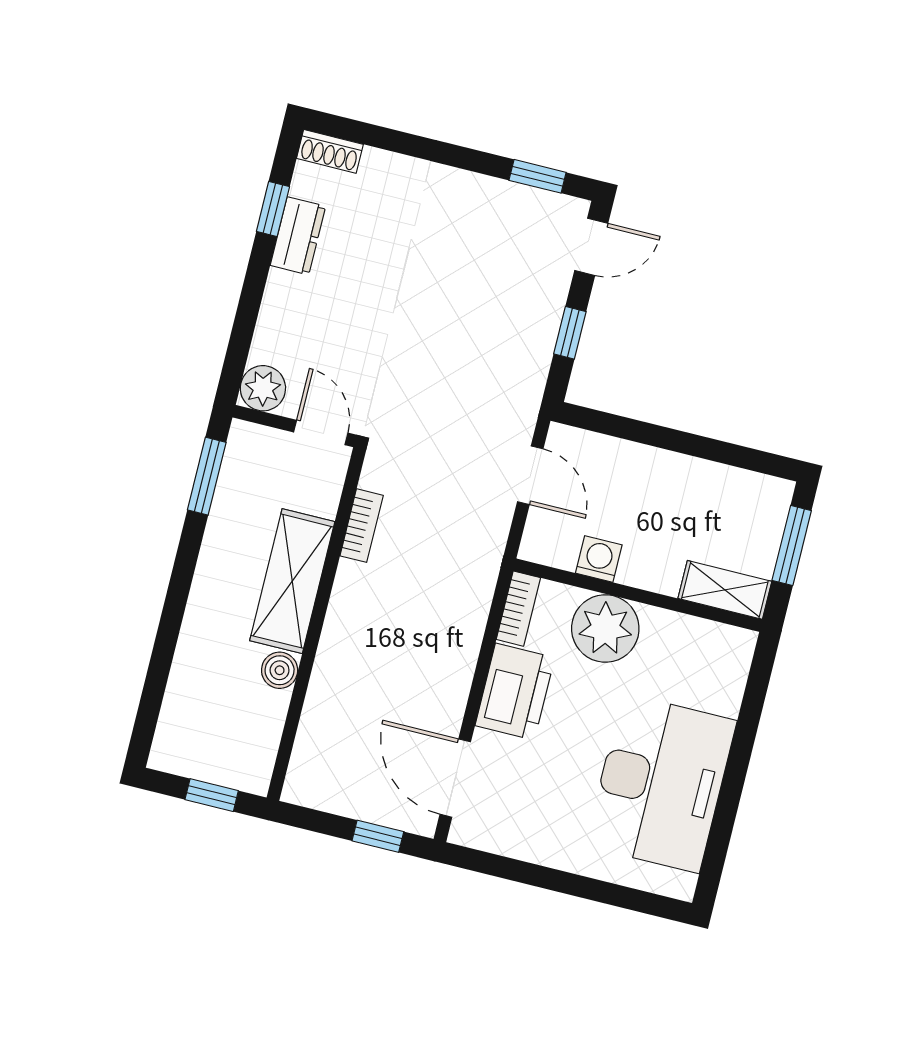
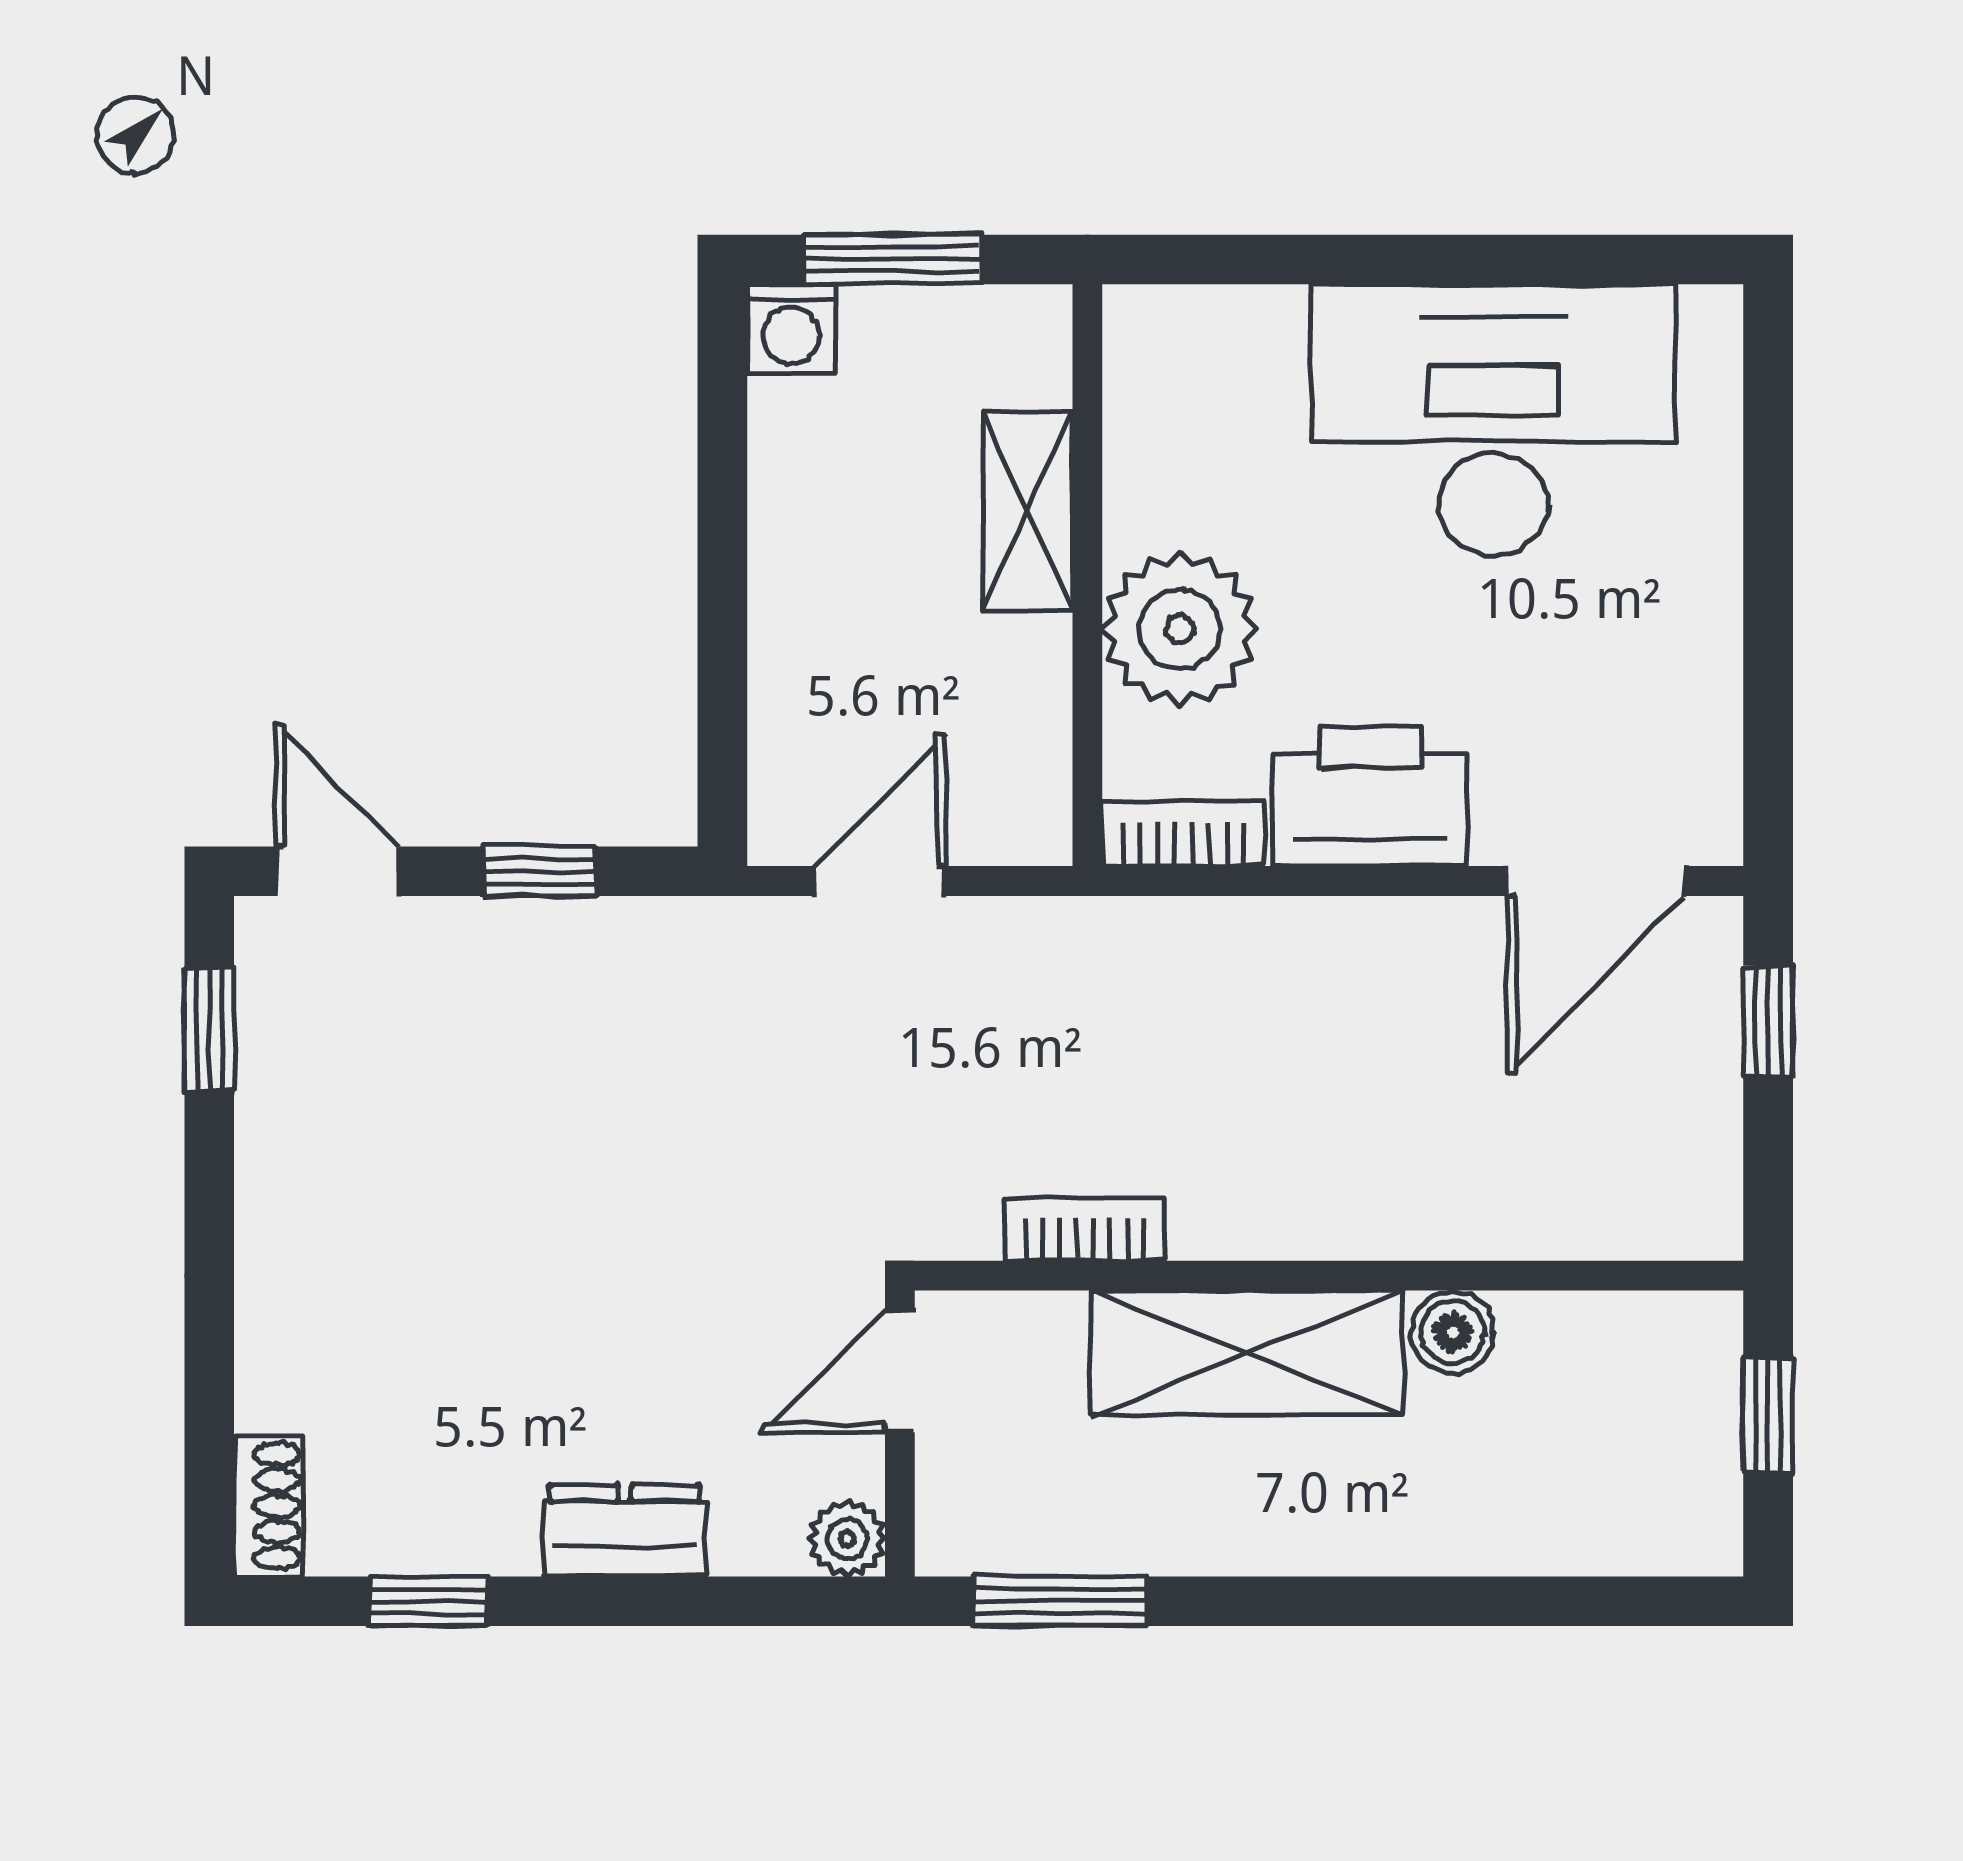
dresser: (298, 236) -> (625, 1531), moved
plant: (263, 388) -> (847, 1539), width x0.73, depth x0.73
washing machine: (599, 559) -> (791, 329), moved, turned -90
shelving: (725, 590) -> (1028, 511), moved

